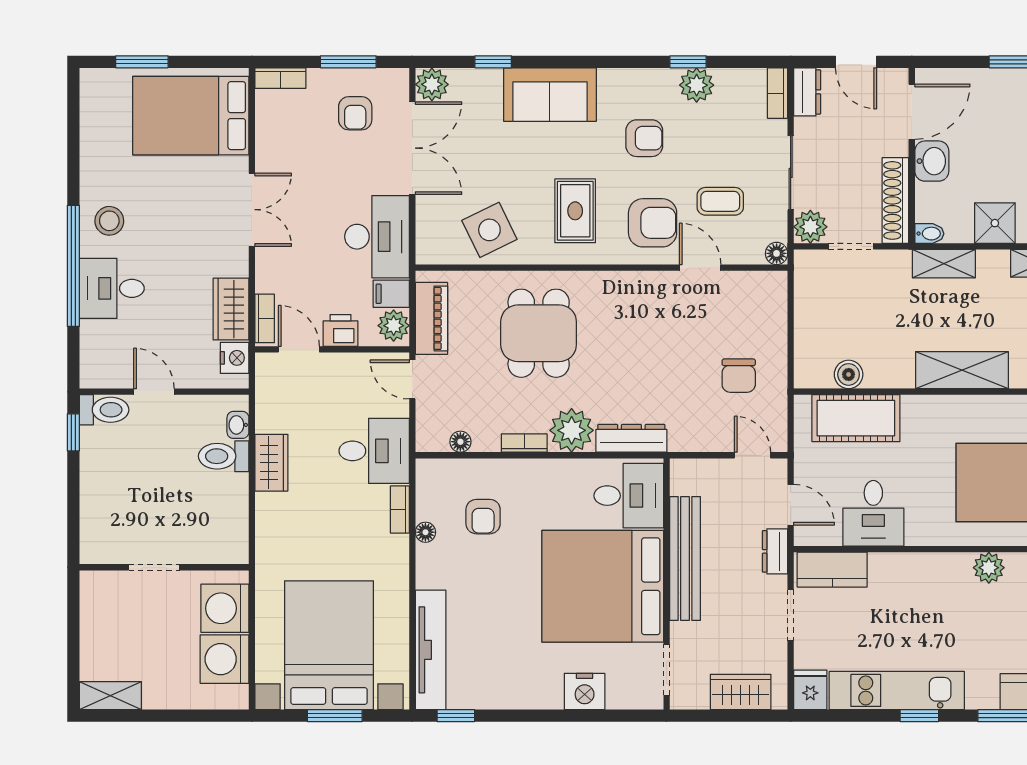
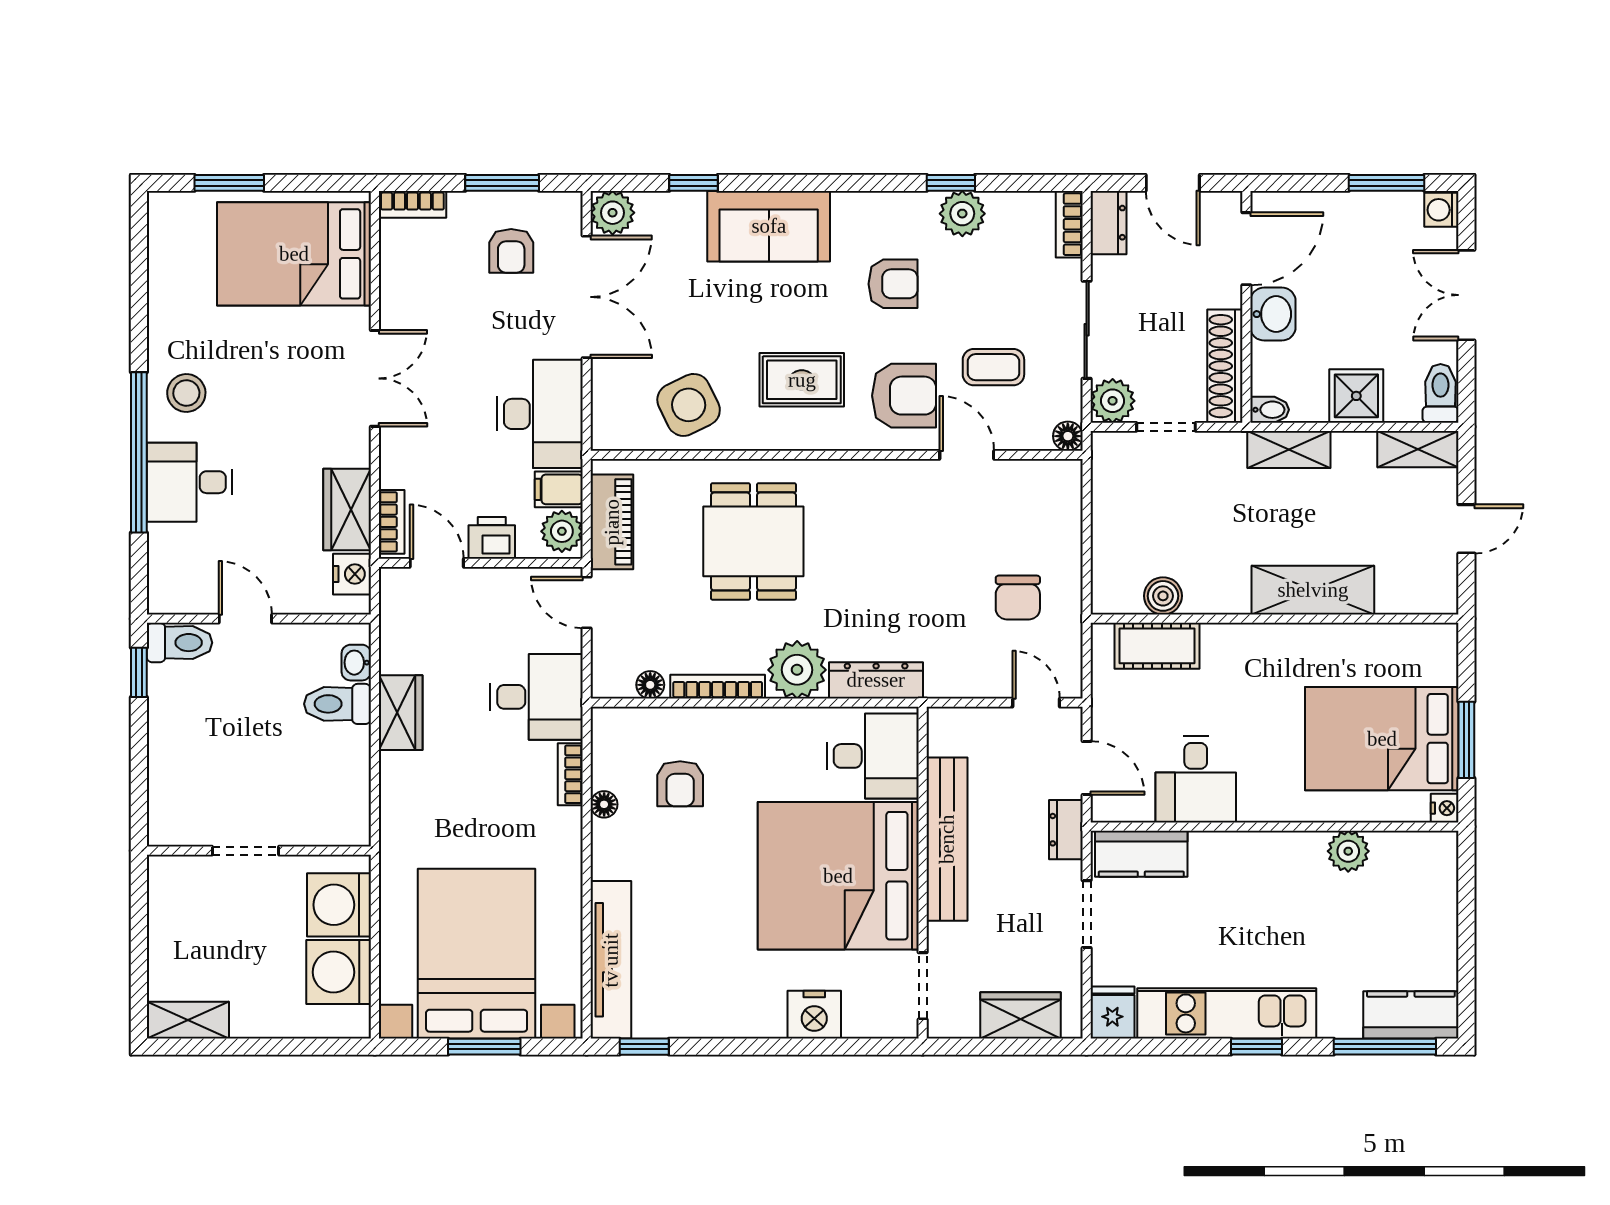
rug: (575, 211) -> (802, 380), turned 90
cot: (856, 418) -> (1157, 646), width x0.73, depth x0.75
bookcase: (524, 443) -> (718, 687), width x1.56

